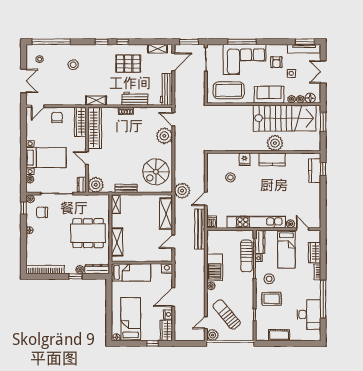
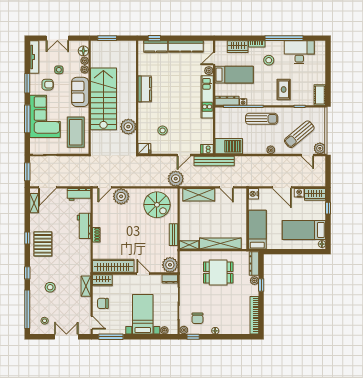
window: (101, 42) -> (27, 273), moved
window: (305, 42) -> (27, 83), moved
door: (173, 62) -> (47, 187), swing flipped
pallet: (128, 64) -> (43, 244), moved
workbench: (166, 89) -> (79, 194), width x0.73
shelving: (96, 101) -> (86, 286), moved
stairs: (285, 118) -> (103, 99), moved
wardrobe: (80, 122) -> (102, 280), width x0.67
window: (24, 126) -> (111, 337), added
plant: (275, 143) -> (128, 127), moved
door: (87, 158) -> (143, 273), swing flipped
fridge: (245, 159) -> (144, 149), moved
door: (206, 199) -> (184, 155), hinge flipped
kitchen counter: (315, 201) -> (186, 46), added
kitchen unit: (256, 222) -> (207, 97), width x0.73
dining table: (88, 233) -> (218, 273), width x0.73
shelving: (117, 242) -> (220, 244), width x1.47
sun lounger: (246, 256) -> (262, 119), moved
barbecue: (215, 267) -> (229, 146), moved
stool: (269, 279) -> (269, 60), moved
cot: (279, 335) -> (320, 95), moved

